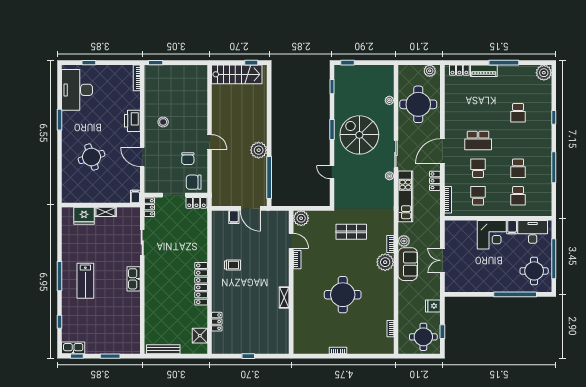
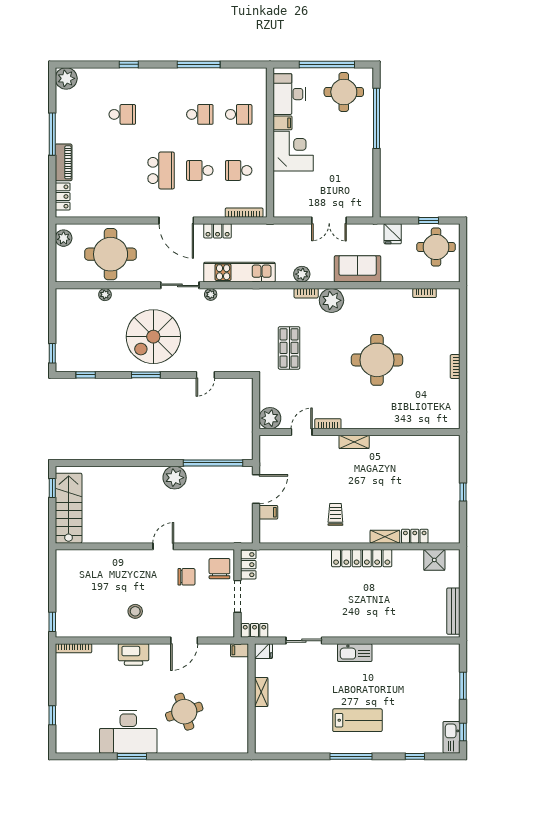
desk: (77, 90) -> (128, 732), moved
chair: (194, 182) -> (219, 569), turned 180
fridge: (84, 216) -> (263, 651), moved, width x0.53, depth x0.75
sofa: (408, 264) -> (358, 269), moved
shelving: (284, 297) -> (354, 442), moved
shelving: (216, 300) -> (385, 537), added

